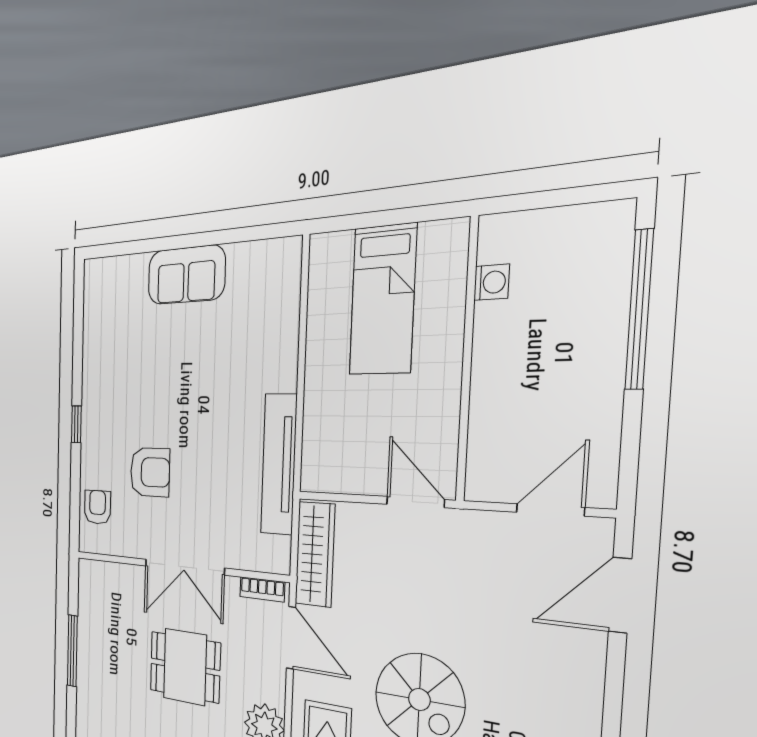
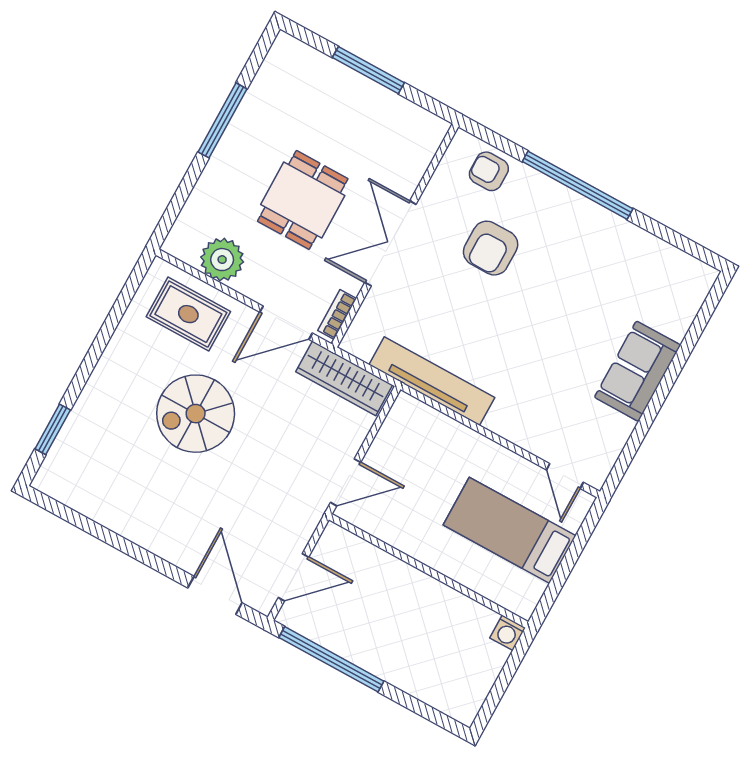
door: (305, 279) -> (565, 476), added
washing machine: (492, 282) -> (508, 633), moved
window: (639, 310) -> (331, 659), moved
window: (76, 424) -> (578, 185), width x3.17
armchair: (97, 507) -> (489, 171), turned 180
door: (550, 510) -> (293, 577), hinge flipped

